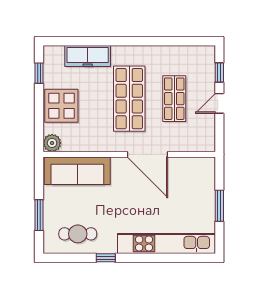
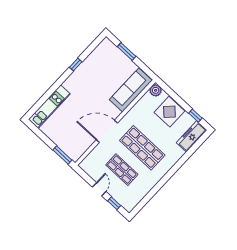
freezer: (88, 56) -> (191, 136), moved
window: (219, 206) -> (62, 155), moved
cafe table: (78, 234) -> (100, 62), removed
kitchen unit: (166, 244) -> (49, 107), width x0.73

